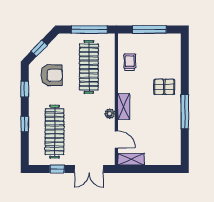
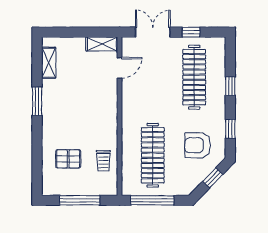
pallet: (164, 87) -> (68, 159), moved
shelving: (124, 107) -> (49, 63), moved
window: (185, 112) -> (37, 101), width x0.69
plant: (110, 114) -> (128, 99), removed
door: (116, 139) -> (120, 68), swing flipped

